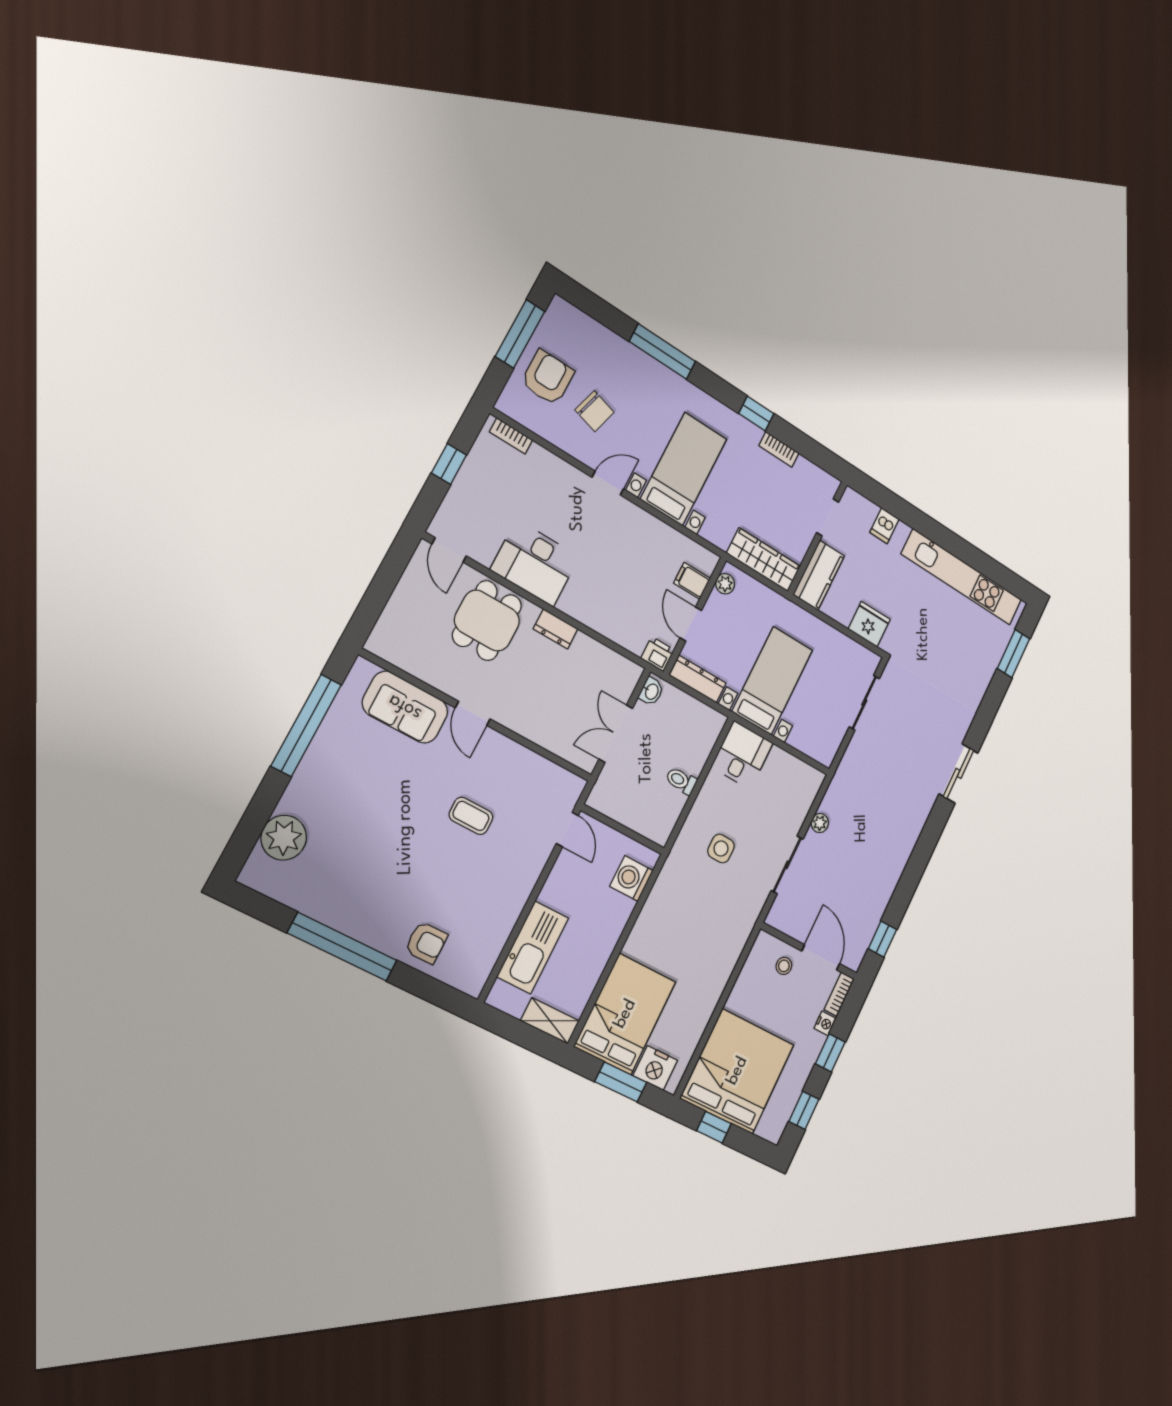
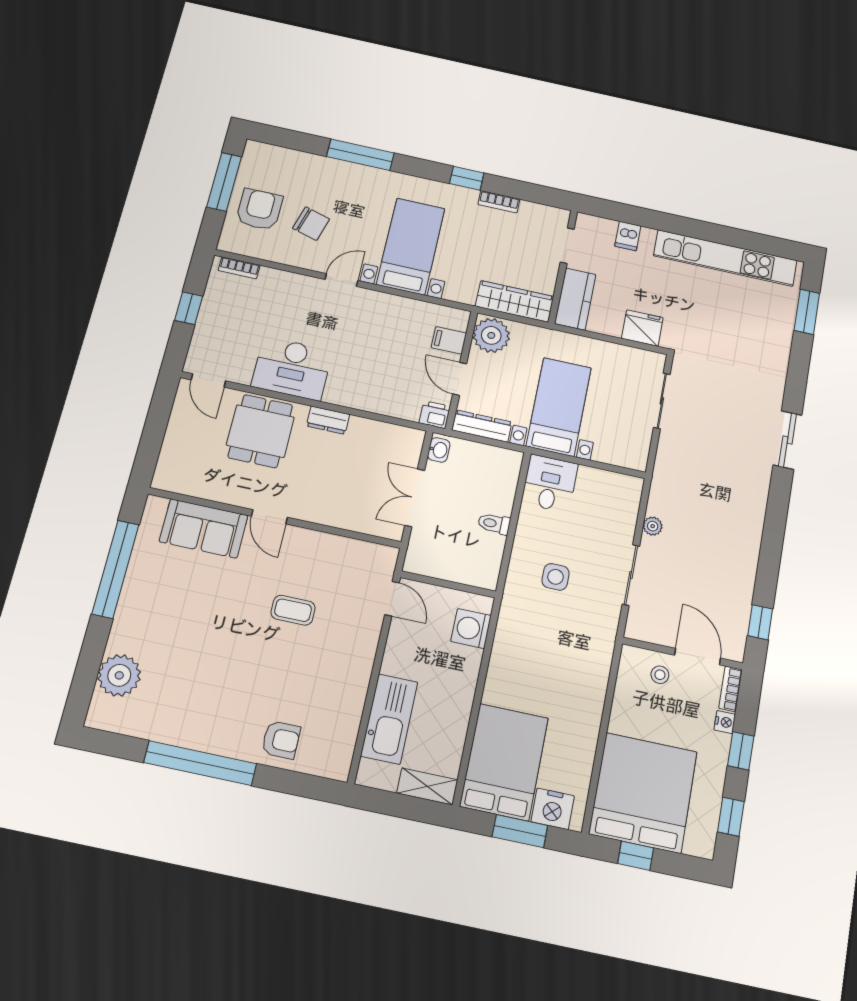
plant: (725, 584) -> (491, 335), width x1.88, depth x1.88

